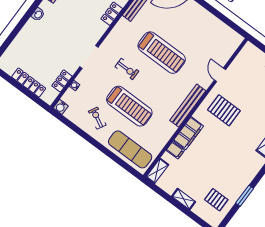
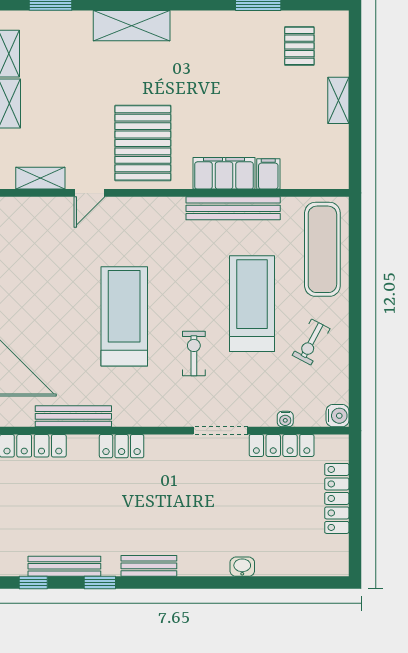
washbasin: (38, 14) -> (242, 567), moved
locker: (62, 81) -> (282, 445), width x1.53
bench: (188, 106) -> (233, 208), moved
pallet: (224, 110) -> (143, 143), width x1.37, depth x1.41
shelving: (157, 171) -> (40, 178), moved

